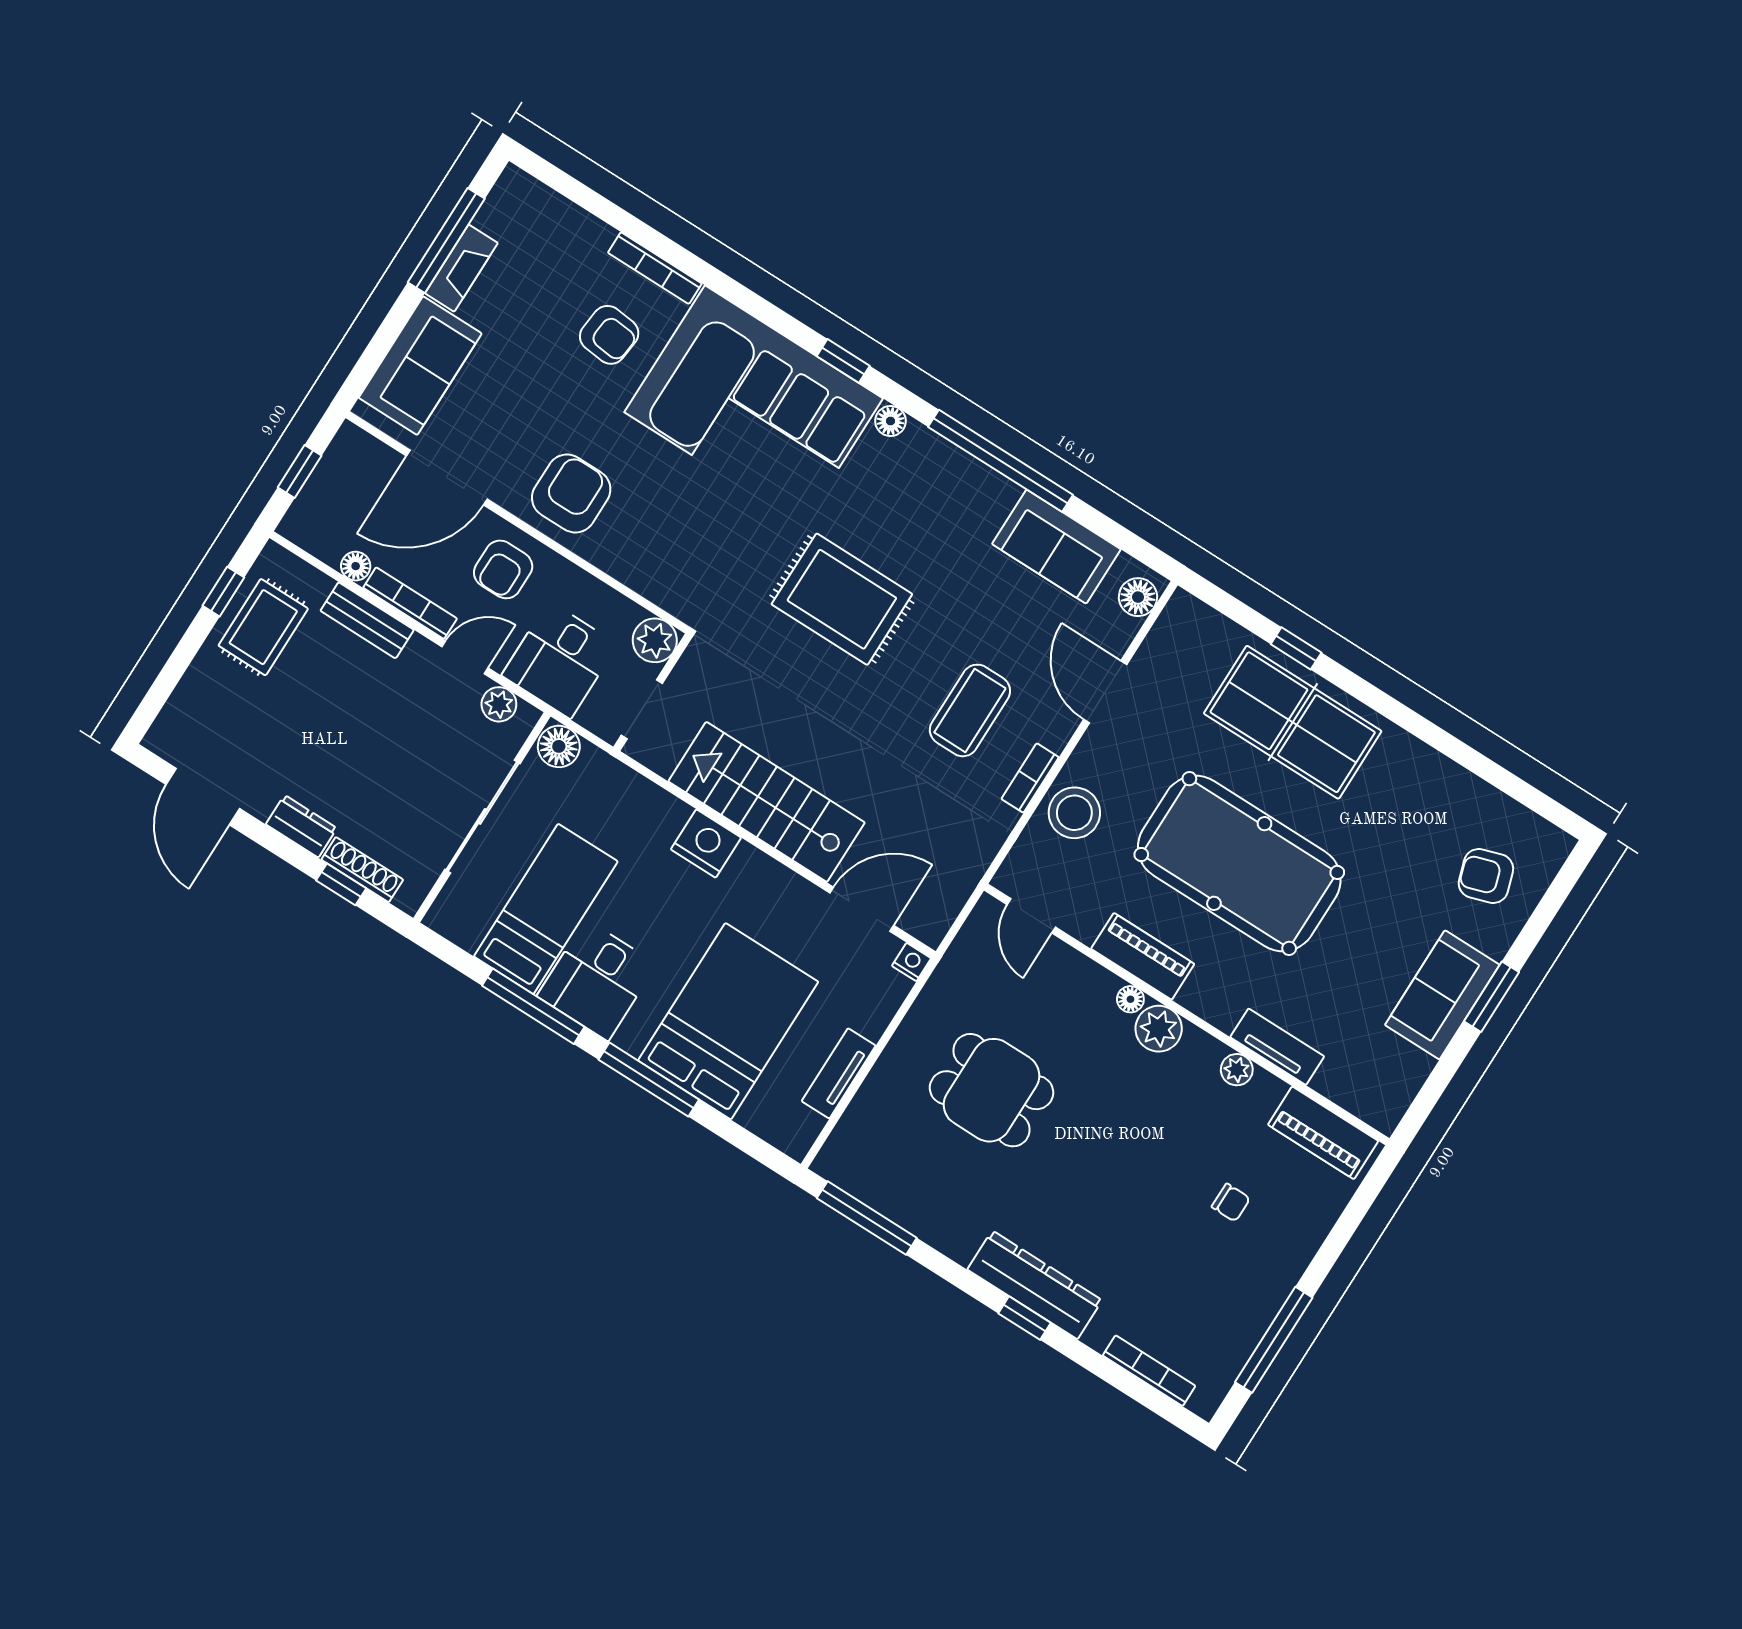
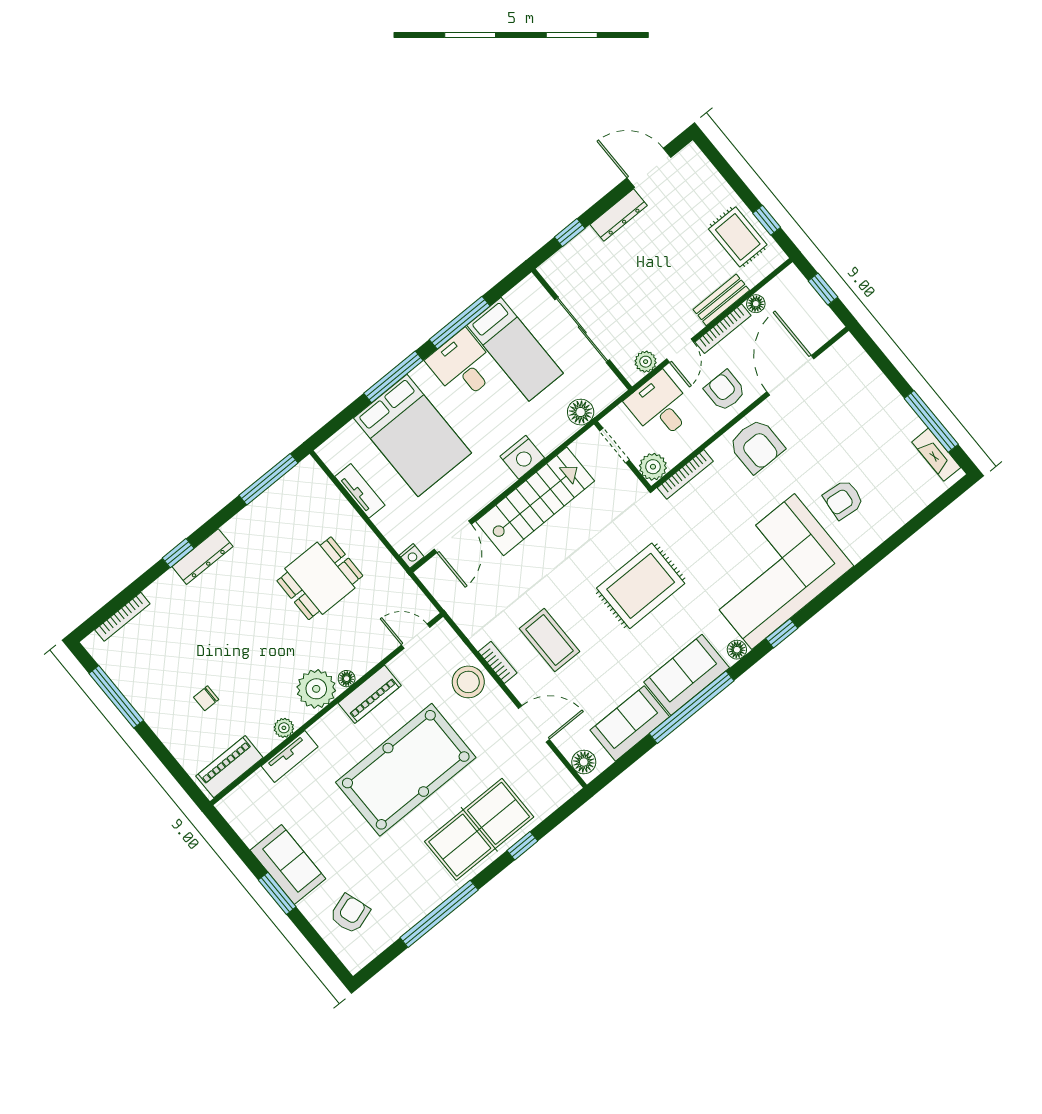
fireplace: (461, 268) -> (936, 455), moved
bookcase: (655, 268) -> (685, 474), moved, turned 180
sofa: (420, 366) -> (687, 675), moved, turned 90
window: (1441, 741) -> (439, 914), added
floor lamp: (559, 746) -> (581, 412), moved
dresser: (301, 826) -> (619, 215), width x1.44
shoe rack: (362, 870) -> (574, 248), removed
plant: (1159, 1029) -> (316, 689), width x1.36, depth x1.36
dresser: (1035, 1285) -> (202, 557), width x0.73, depth x0.80

